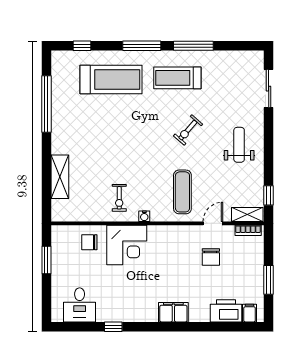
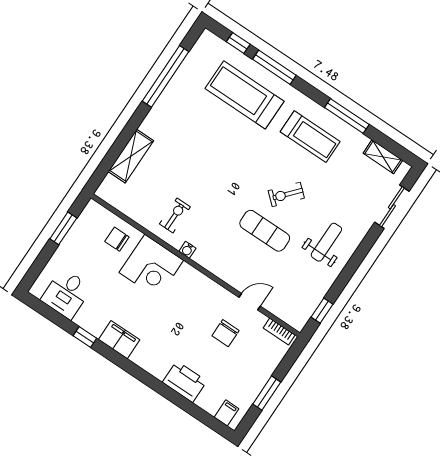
window: (142, 46) -> (274, 67), moved
treadmill: (177, 78) -> (310, 137), turned 180
treadmill: (111, 80) -> (244, 95), turned 180
exercise mat: (182, 192) -> (265, 231), moved, turned 90
exercise bike: (119, 198) -> (175, 215), turned 180
shelving: (247, 215) -> (383, 157), moved
printer: (226, 311) -> (185, 382), moved
filing cabinet: (173, 312) -> (119, 340), moved

